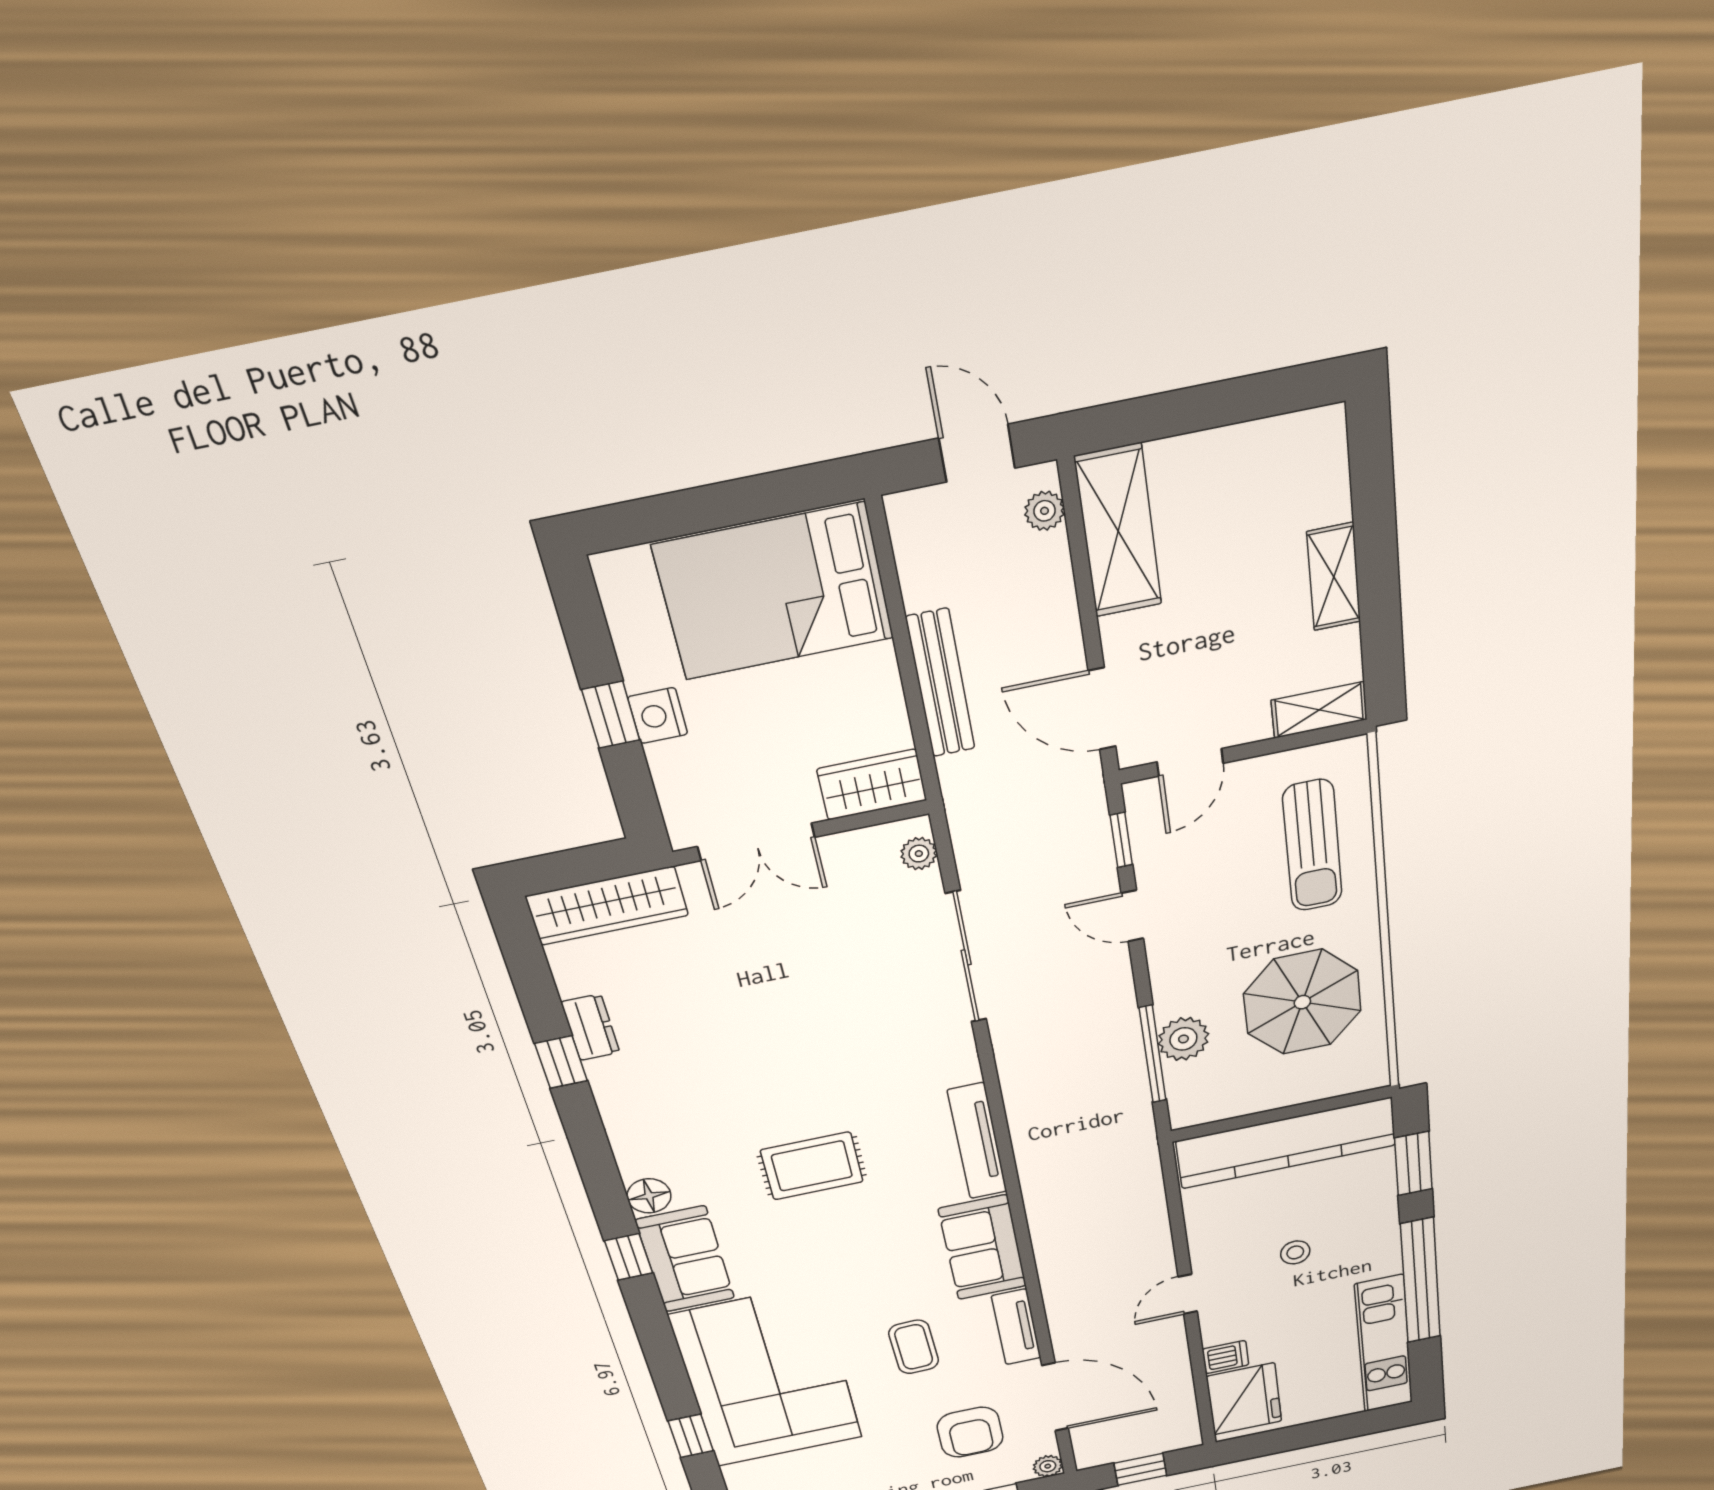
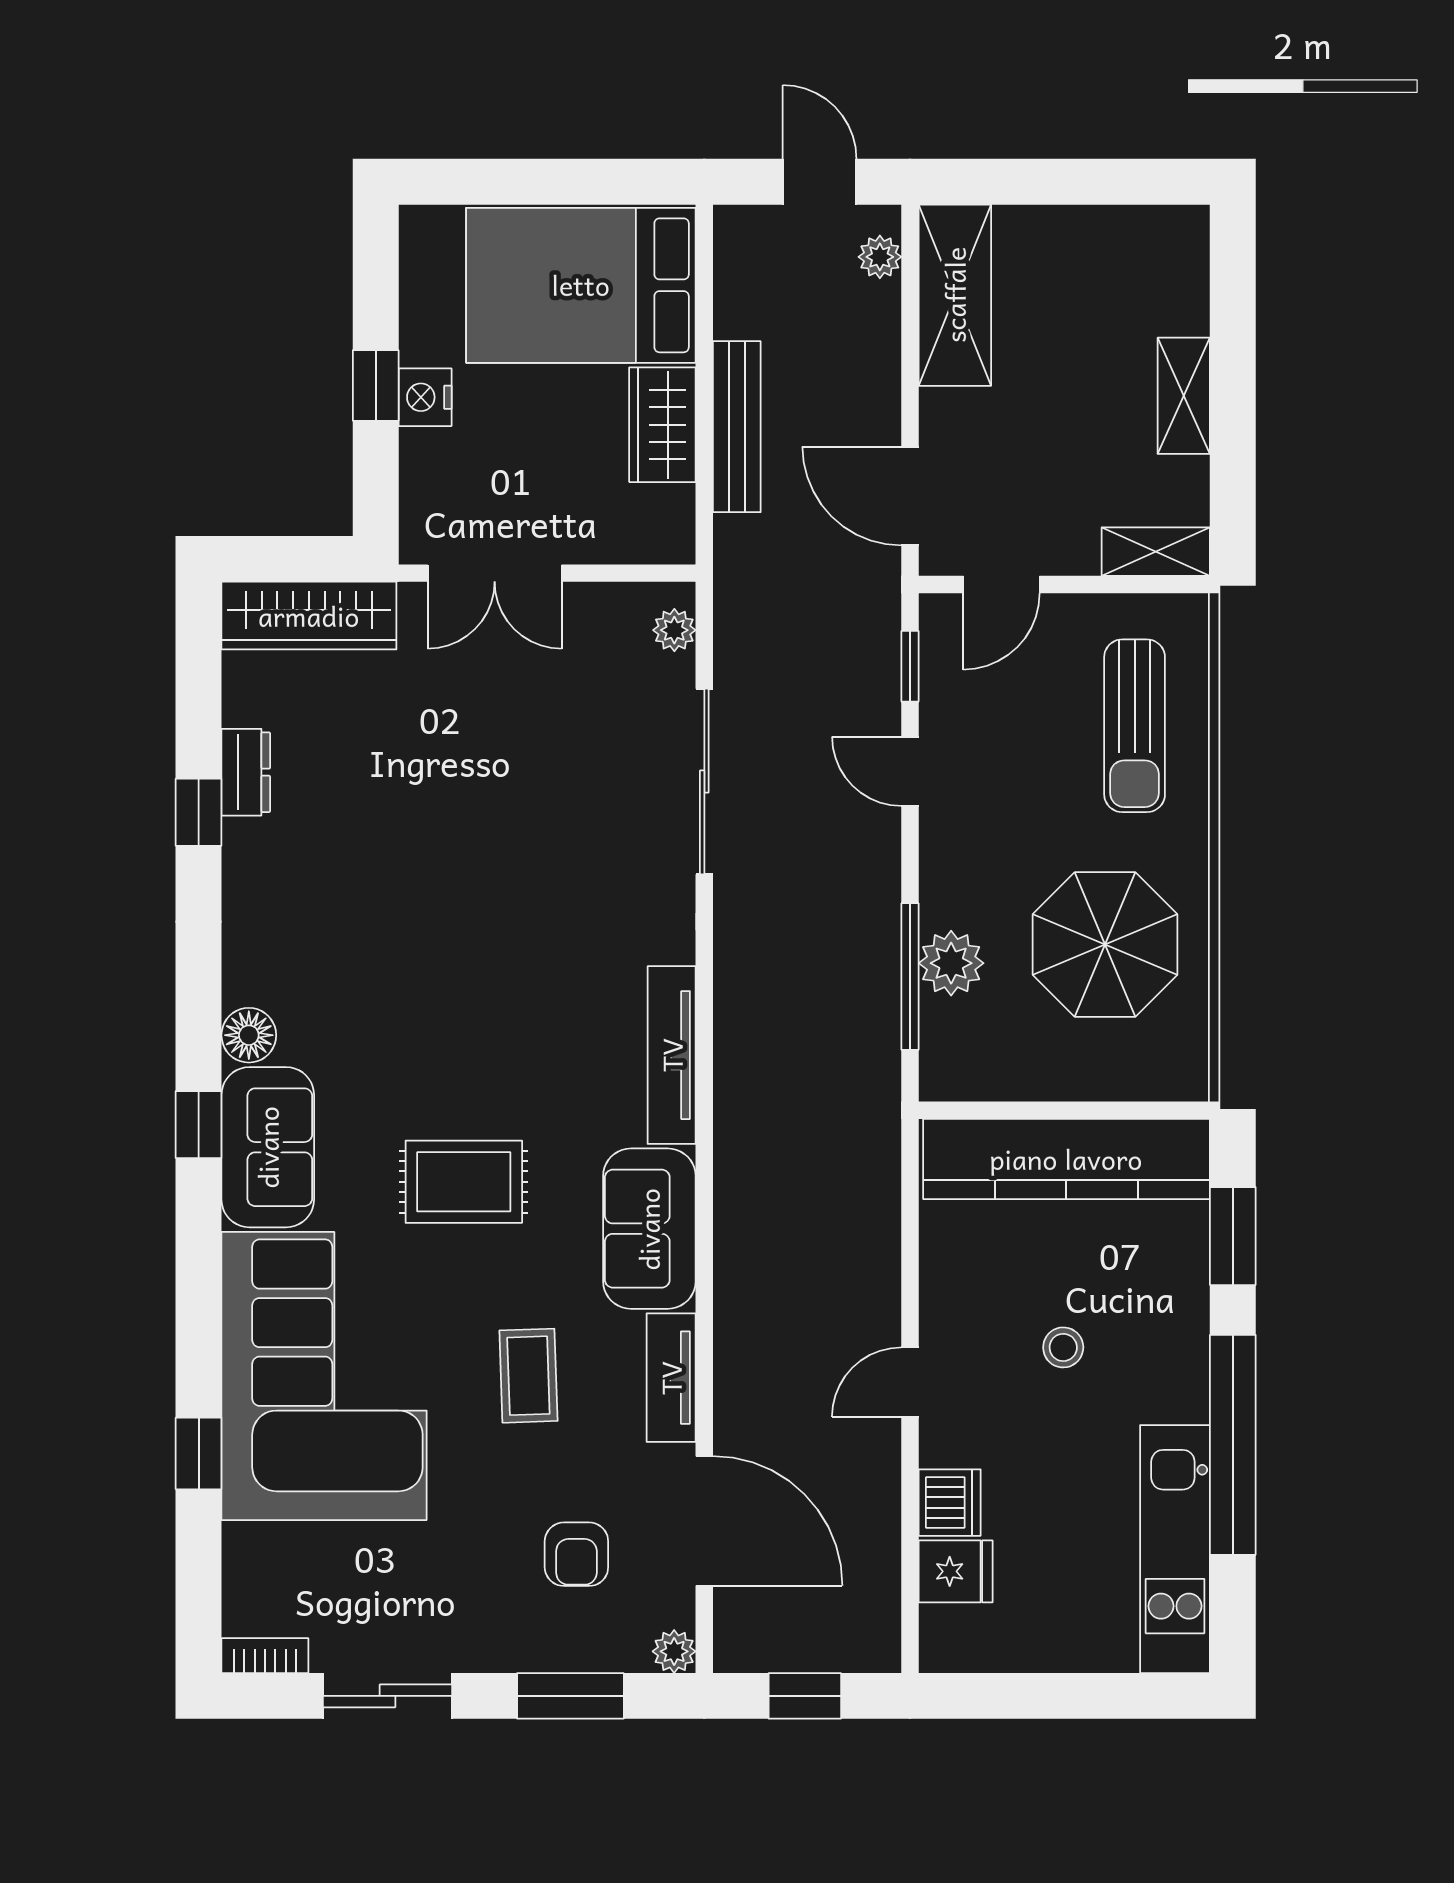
wardrobe: (872, 785) -> (662, 425), moved, turned -90
rug: (812, 1166) -> (464, 1182), moved
dishwasher: (1225, 1357) -> (950, 1503), width x1.38
fridge: (1244, 1399) -> (956, 1571), width x0.53, depth x0.75
armchair: (970, 1432) -> (576, 1554), width x0.72, depth x0.72

